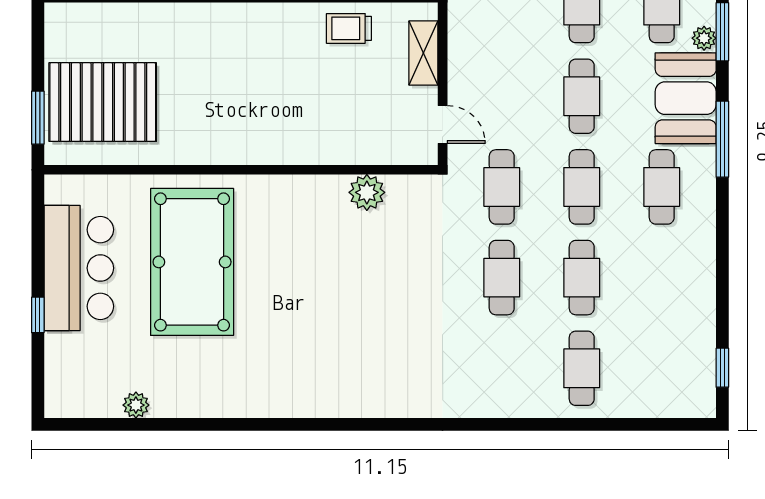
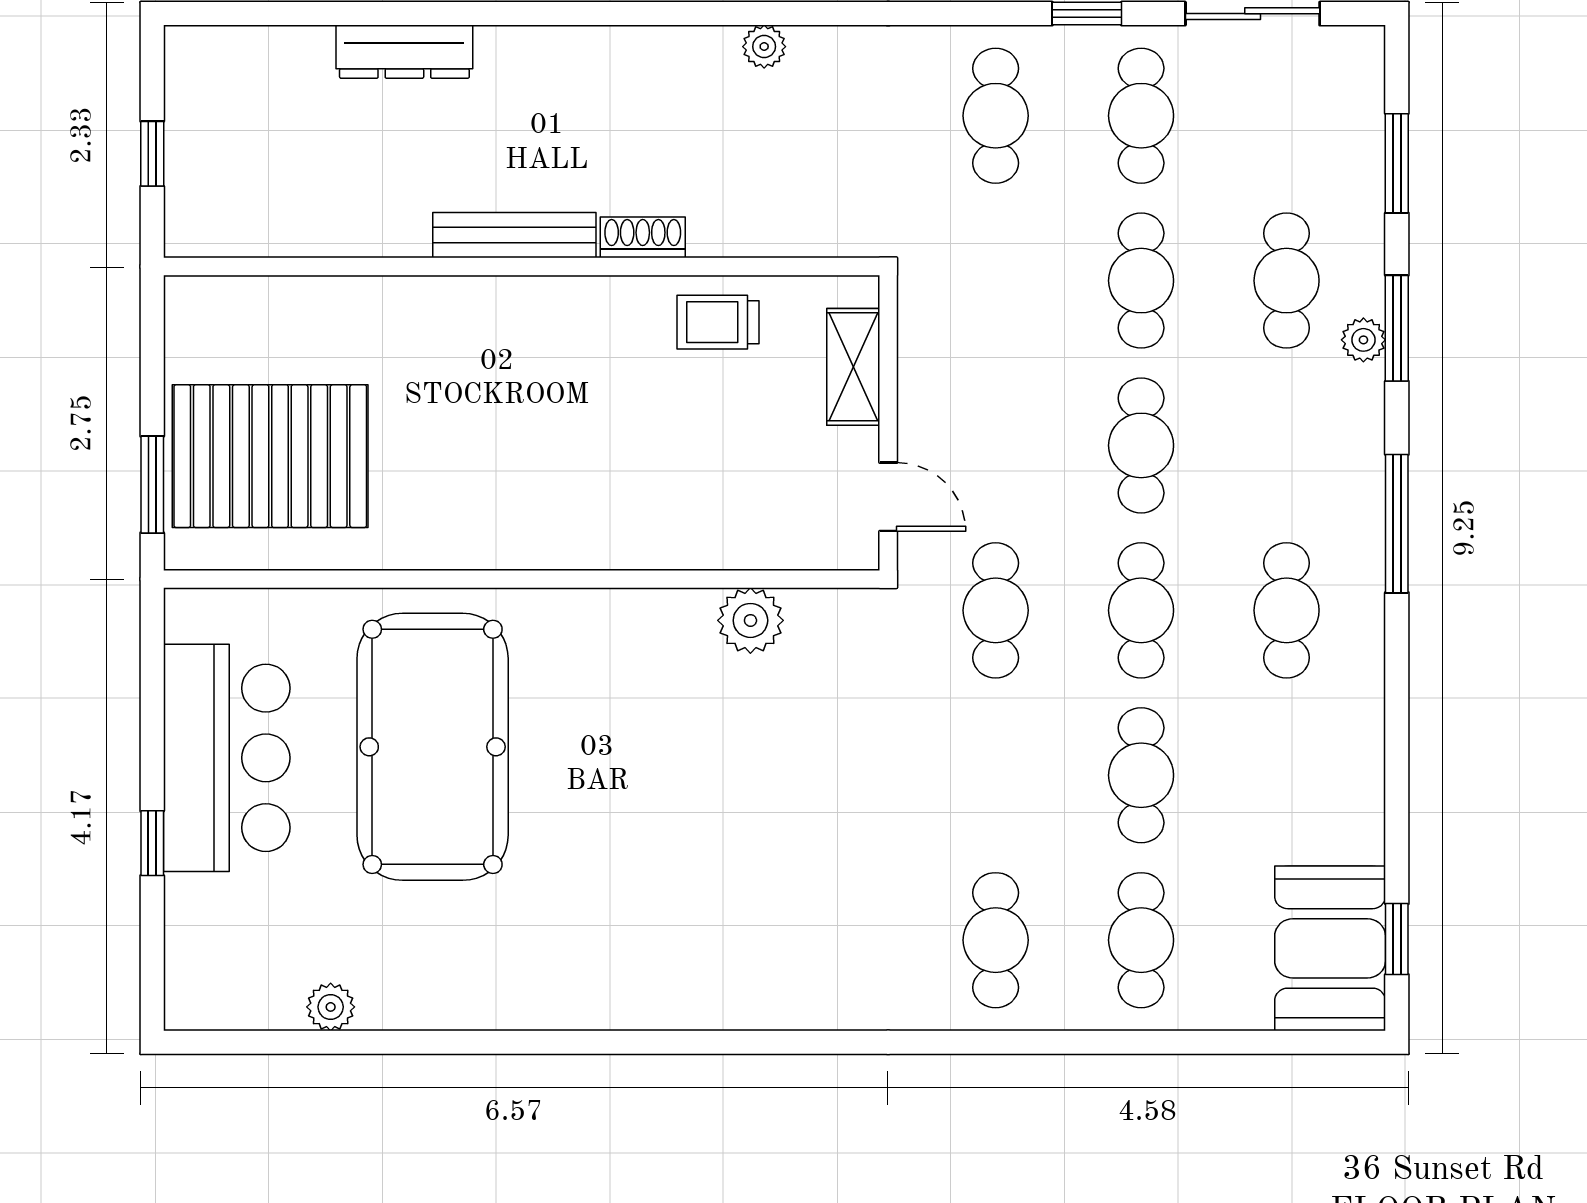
booth: (686, 98) -> (1330, 948), moved
cafe table: (502, 278) -> (996, 940), moved

